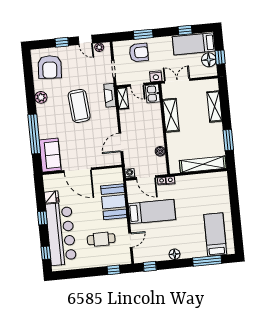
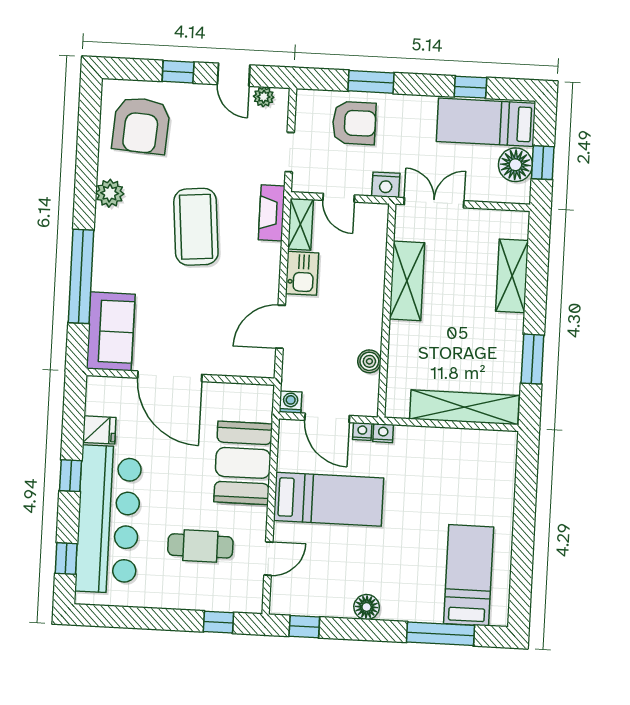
kitchen sink: (153, 94) -> (302, 273), moved, turned 180

